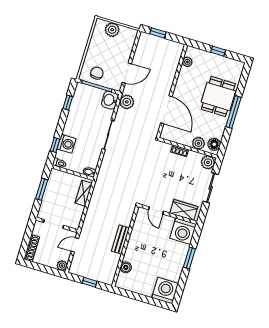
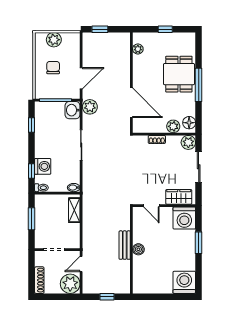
chair: (97, 73) -> (53, 68), moved
plant: (62, 266) -> (70, 284), width x1.87, depth x1.87
boiler: (126, 267) -> (138, 249), moved

